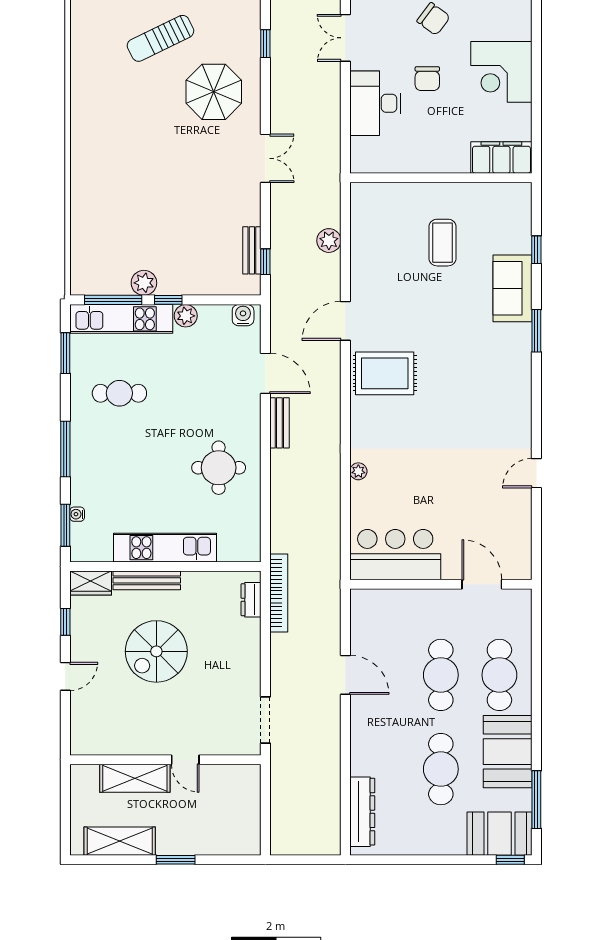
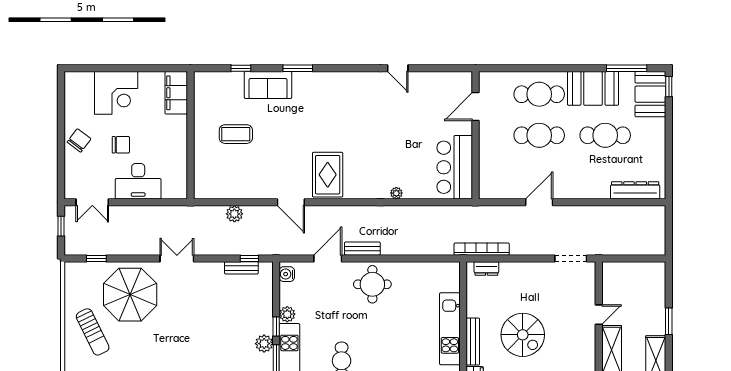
parasol: (214, 92) -> (130, 295), width x1.36, depth x1.36
round table: (219, 468) -> (372, 284), moved

